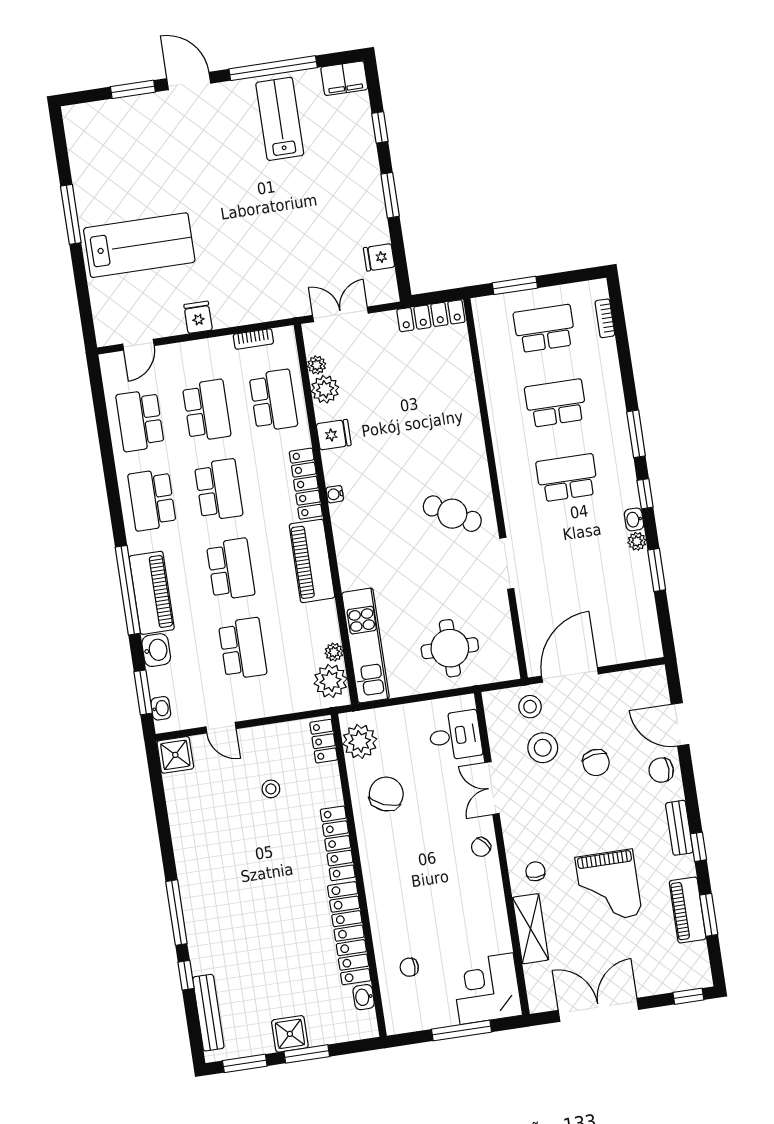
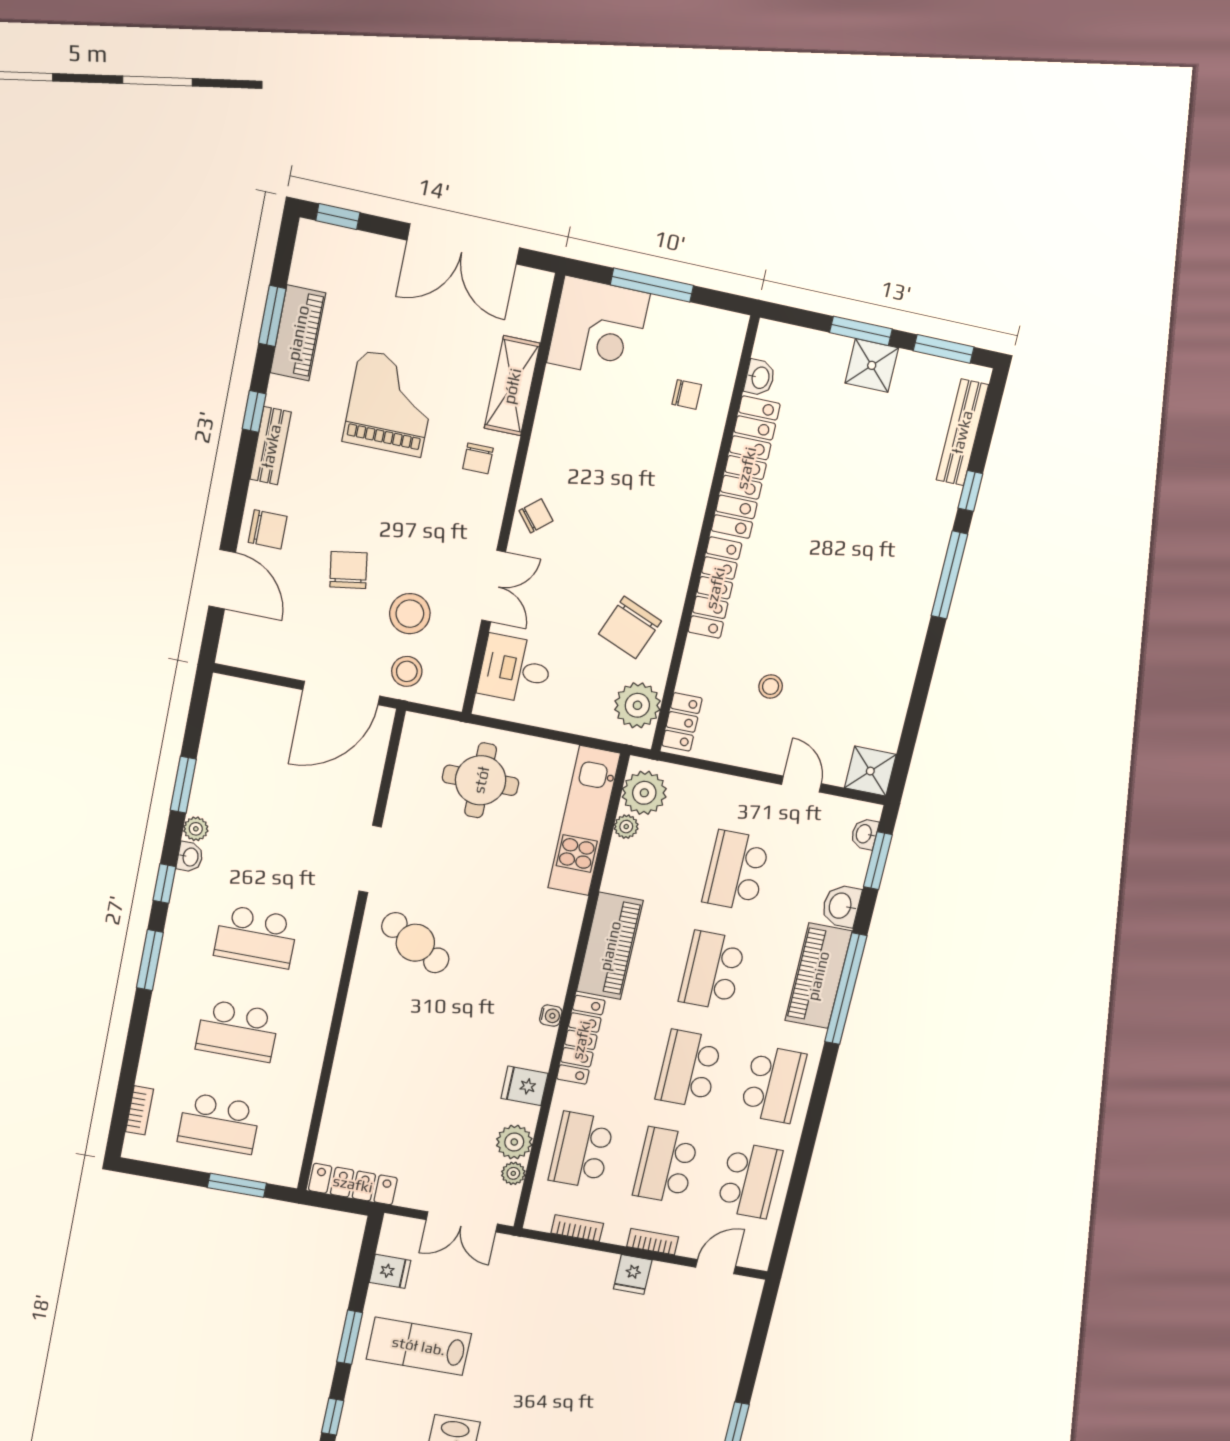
lab bench: (139, 245) -> (419, 1346), moved, width x0.73, depth x0.72
bookcase: (193, 348) -> (653, 1242), added

